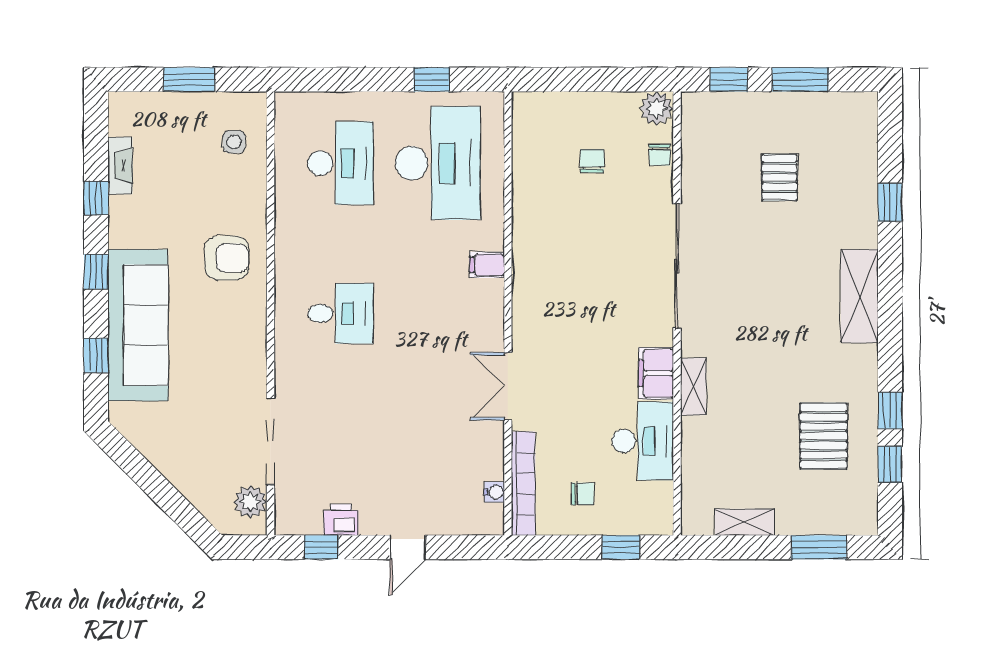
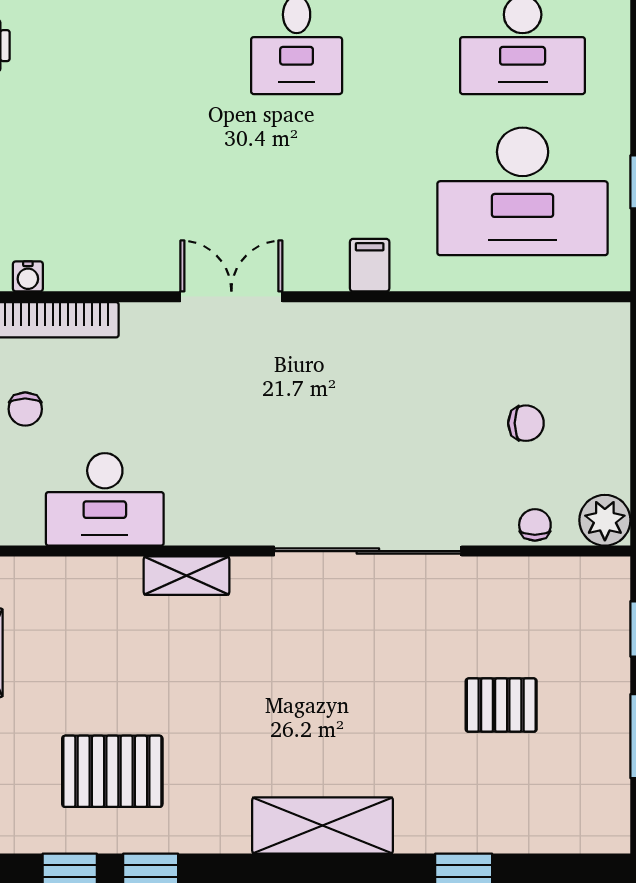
chair: (660, 155) -> (535, 525), turned 90
filing cabinet: (656, 373) -> (207, 520), removed
double door: (508, 386) -> (231, 297), moved

